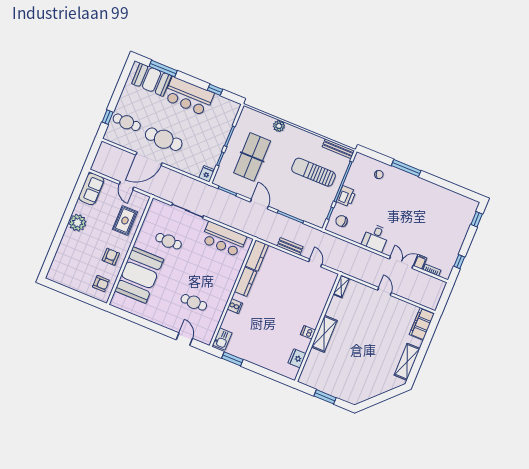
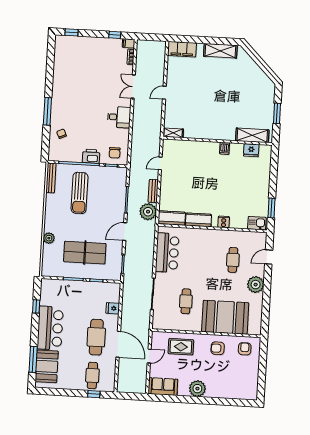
fridge: (207, 174) -> (113, 308), moved
plant: (271, 234) -> (148, 212), added
filing cabinet: (420, 262) -> (129, 43), moved
plant: (161, 317) -> (256, 285), added
shelving: (324, 334) -> (252, 135), moved

